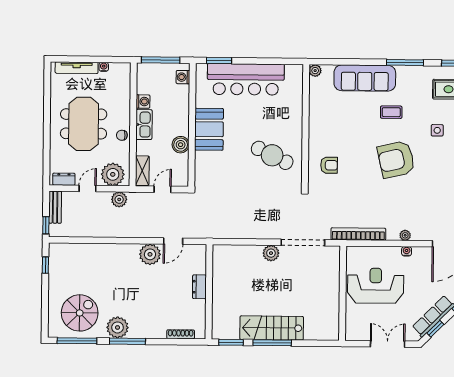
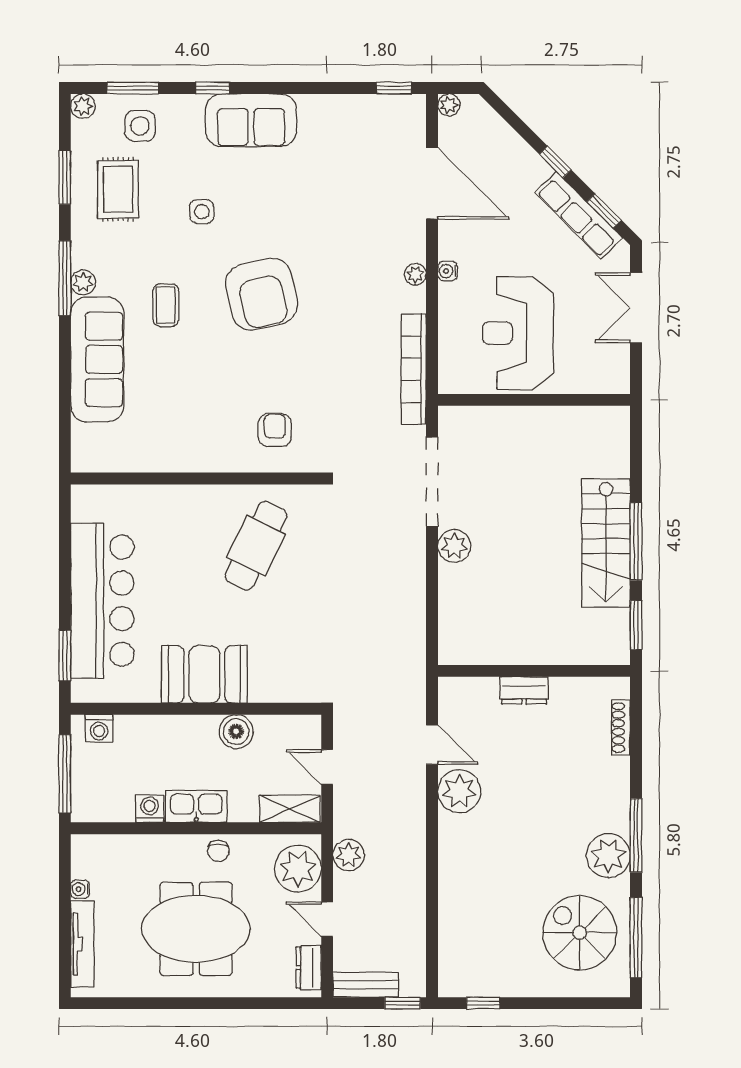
plant: (315, 71) -> (83, 282), moved

